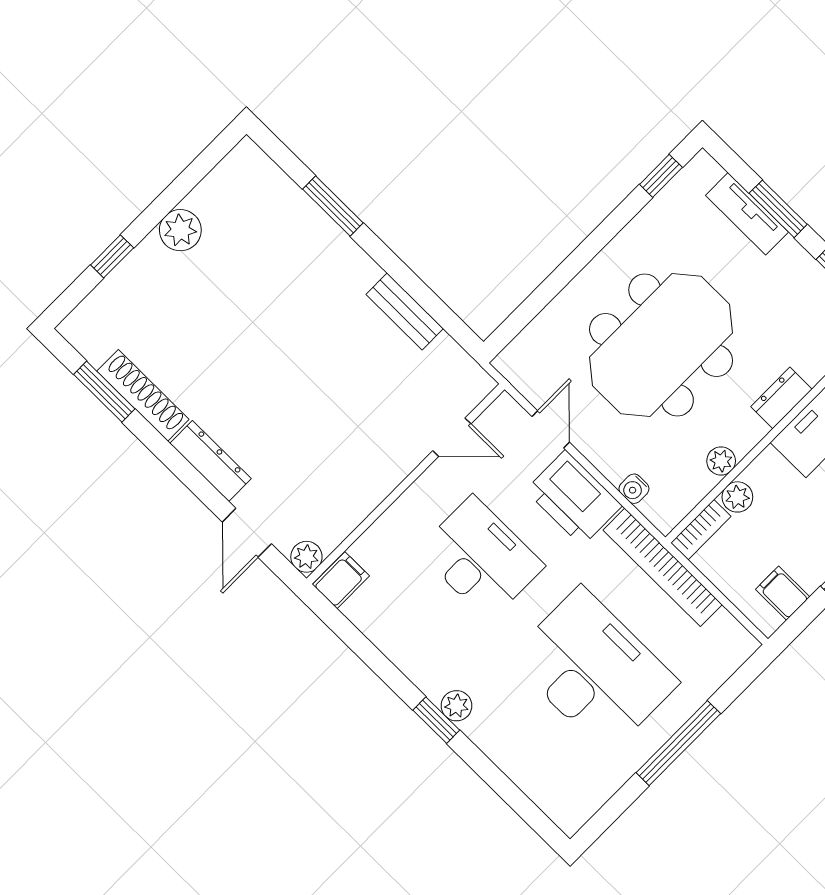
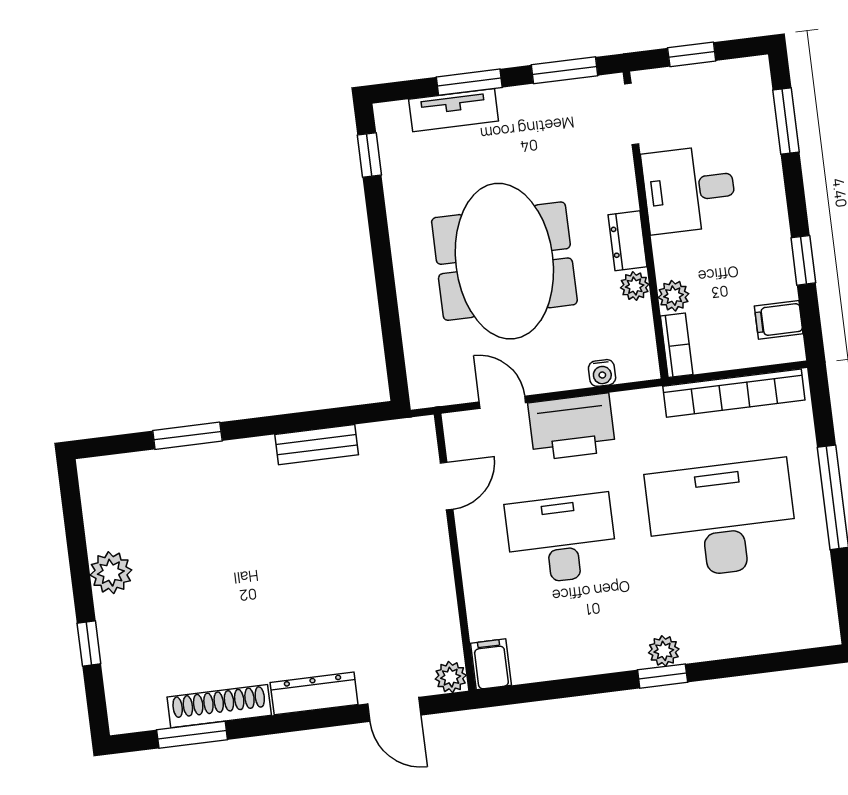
dresser: (781, 398) -> (627, 241), moved
bookcase: (663, 567) -> (734, 393), moved

